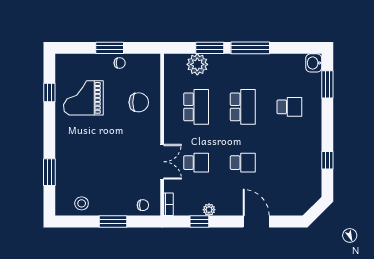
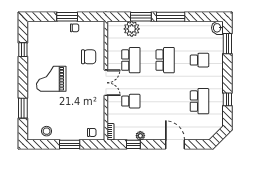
grand piano: (83, 98) -> (51, 79), moved
double door: (162, 162) -> (106, 83), moved
school desk: (243, 163) -> (199, 101), moved, width x1.85

